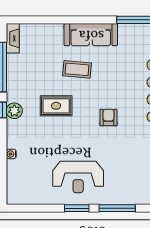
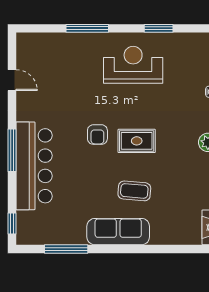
rug: (56, 106) -> (137, 141), moved
window: (77, 208) -> (159, 28), moved

